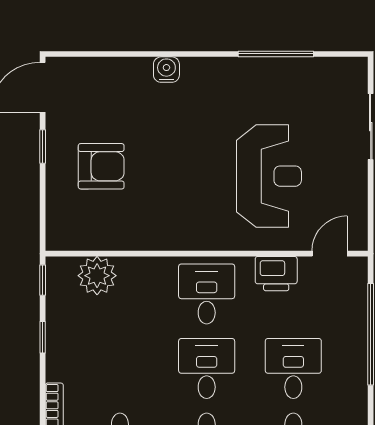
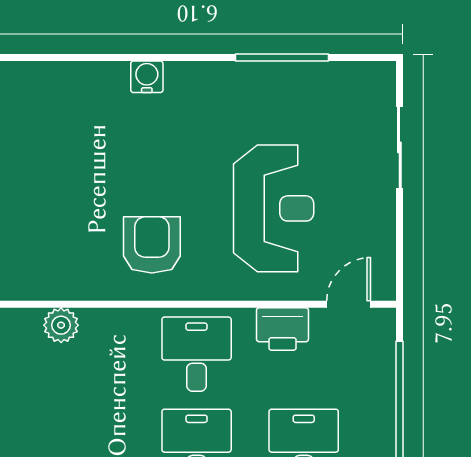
armchair: (101, 166) -> (152, 245), moved, turned -90
plant: (97, 276) -> (61, 325), width x0.73, depth x0.73

